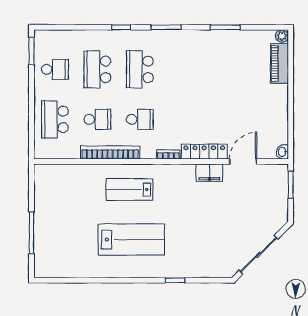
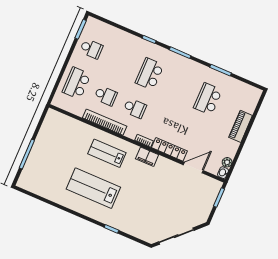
plant: (282, 36) -> (227, 162), moved
piano: (279, 63) -> (241, 126), moved
school desk: (97, 69) -> (208, 99), moved
filing cabinet: (209, 173) -> (147, 157), moved
lab bench: (131, 240) -> (93, 188), turned 180

